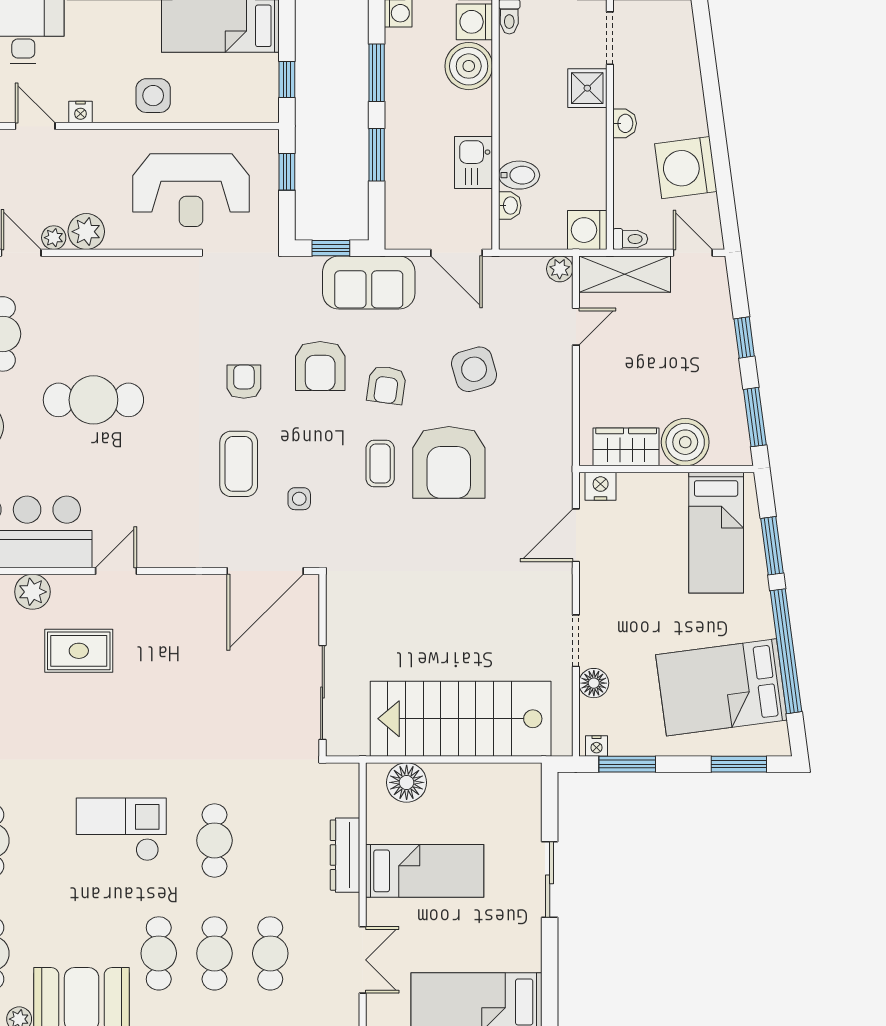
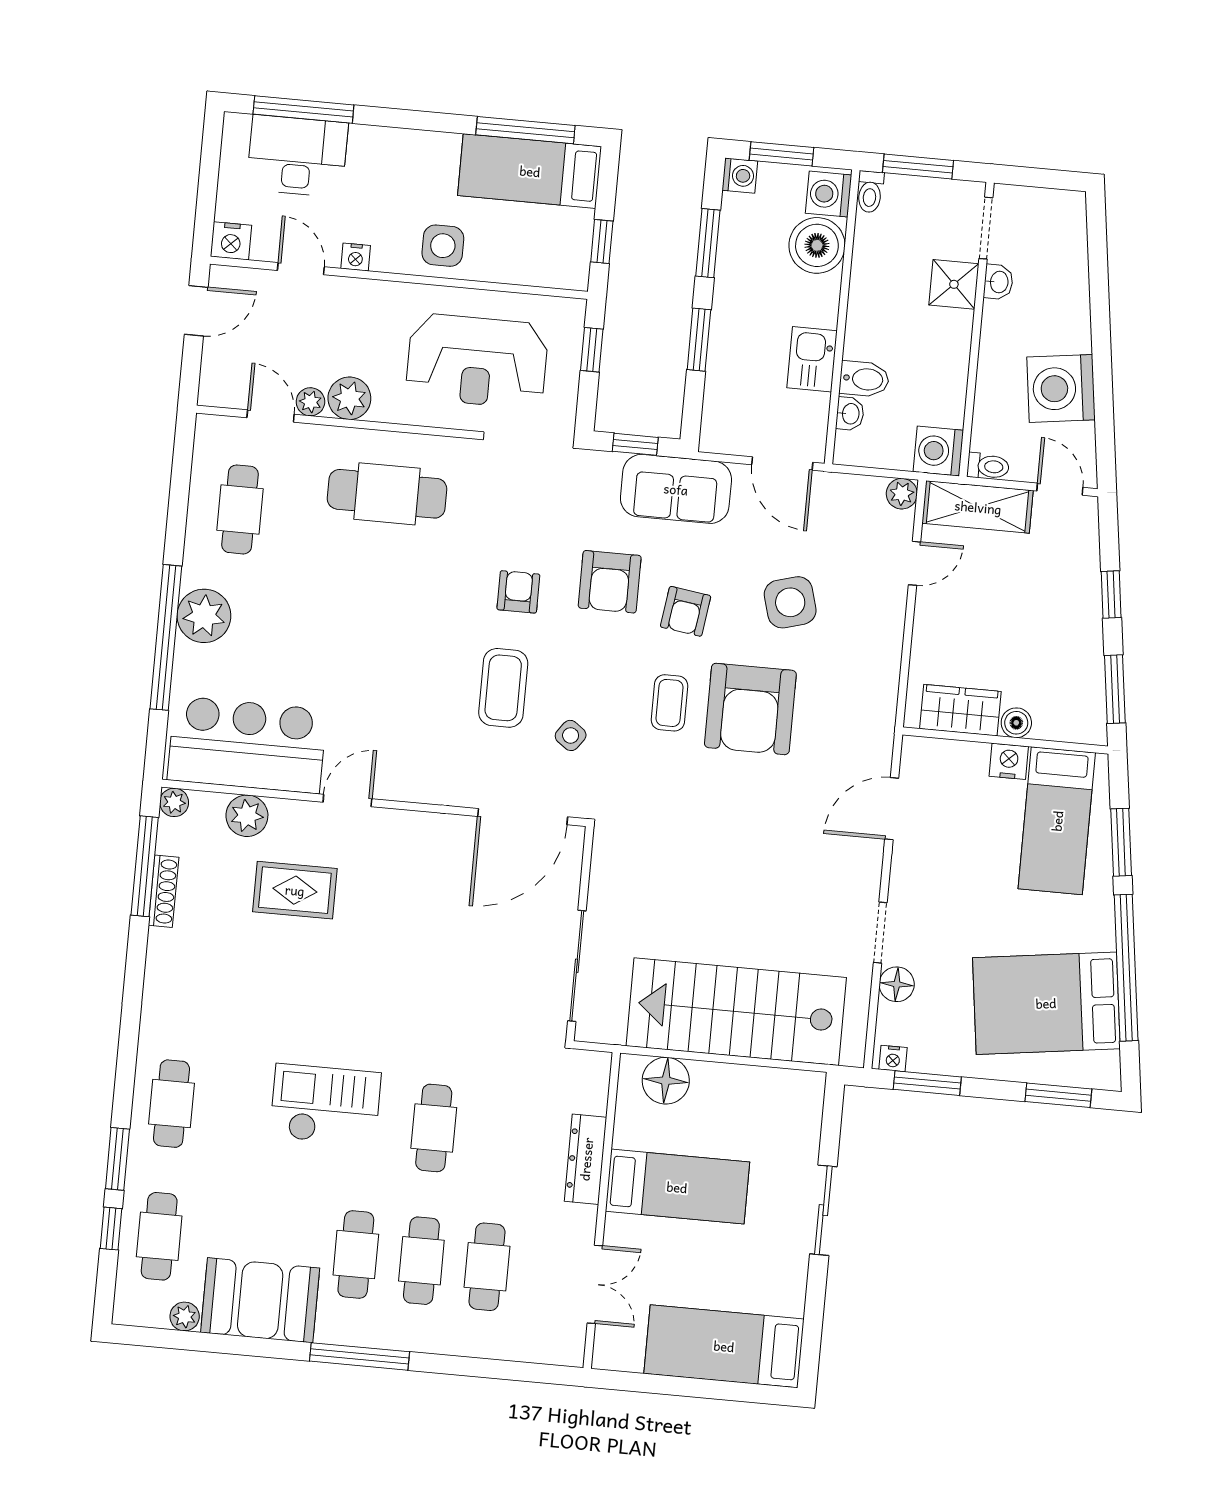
washbasin: (625, 123) -> (998, 282), moved
cafe table: (93, 400) -> (387, 494), moved
boiler: (685, 442) -> (1016, 723), width x0.54, depth x0.54
nightstand: (601, 486) -> (1009, 761), moved
side table: (299, 499) -> (571, 735), turned 36

